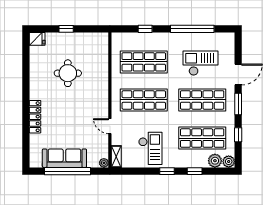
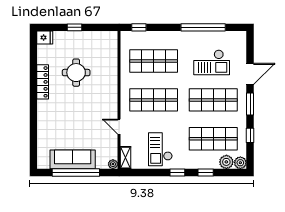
window: (145, 29) -> (139, 27), moved
checkout: (201, 63) -> (212, 62), turned 180
locker: (35, 117) -> (43, 82), moved
checkout: (150, 148) -> (160, 149), turned 180

